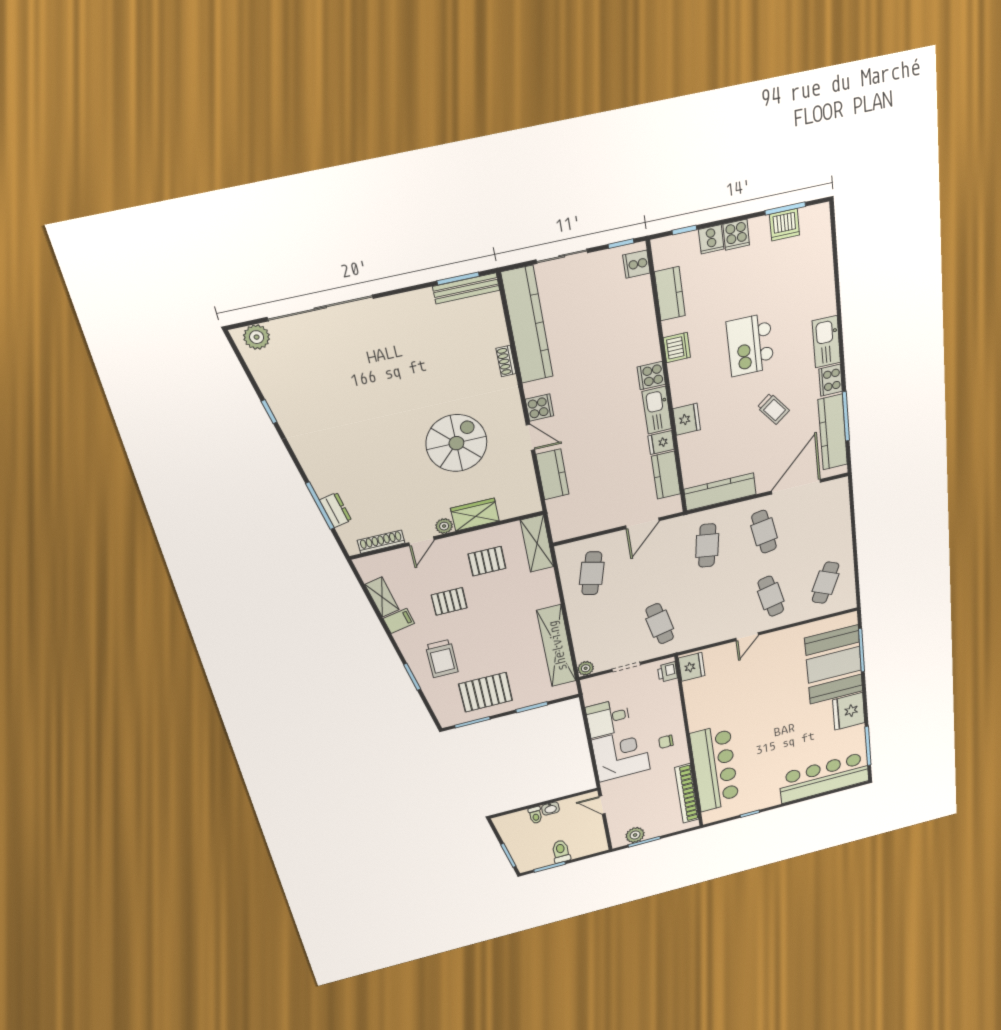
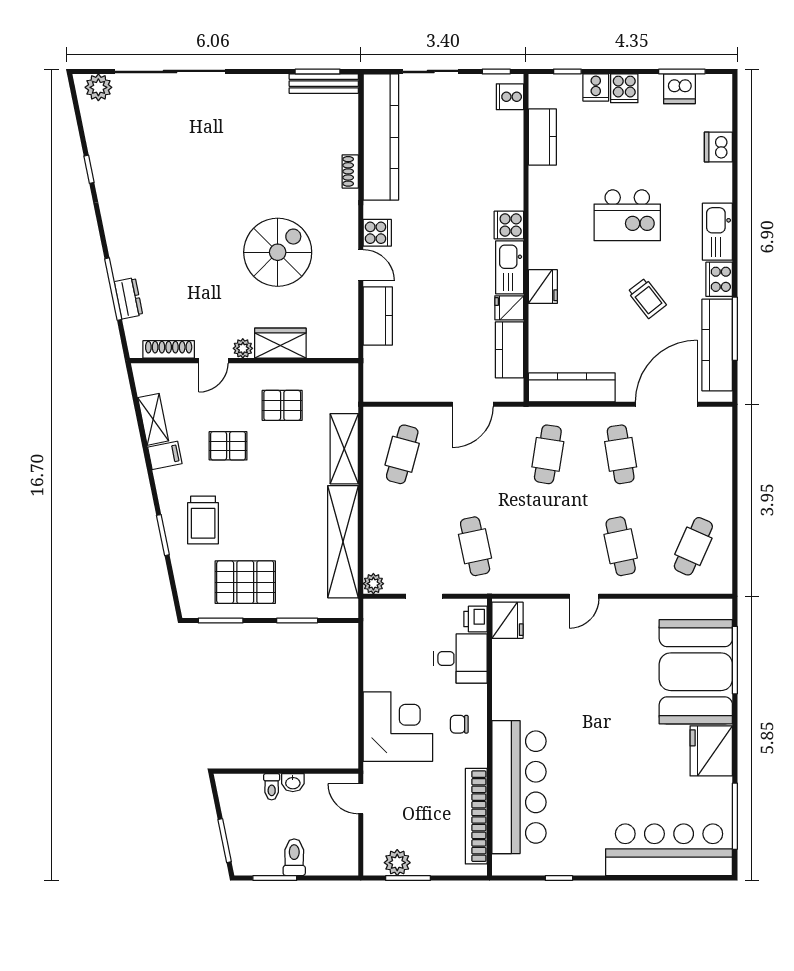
kitchen island: (750, 345) -> (627, 215), turned -90
dishwasher: (677, 348) -> (718, 147), moved, turned 180
shelving: (537, 544) -> (344, 449), moved
desk: (608, 718) -> (460, 659), moved, turned 180

